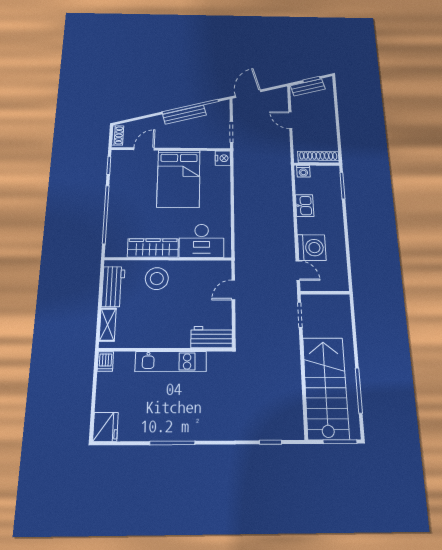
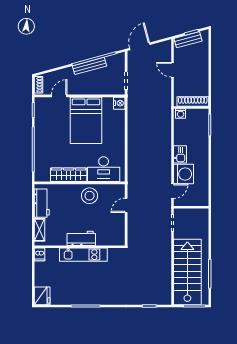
kitchen sink: (305, 206) -> (180, 154), moved
door: (298, 270) -> (173, 191), hinge flipped
stool: (157, 279) -> (90, 196), moved
workbench: (212, 337) -> (81, 238), moved

